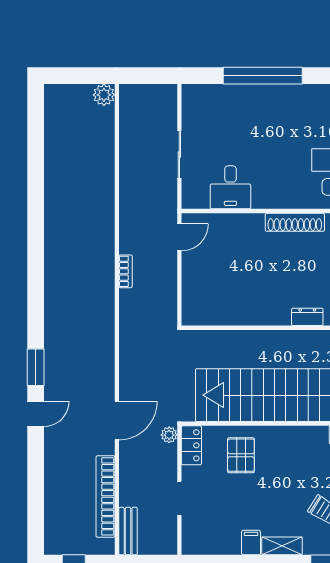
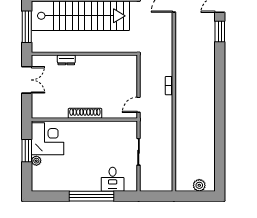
plant: (104, 95) -> (199, 185), moved
desk: (230, 187) -> (113, 179), moved, turned 180
shoe rack: (295, 222) -> (85, 113), moved

